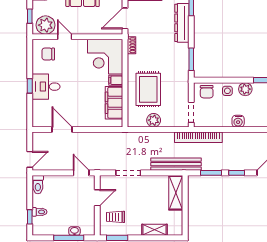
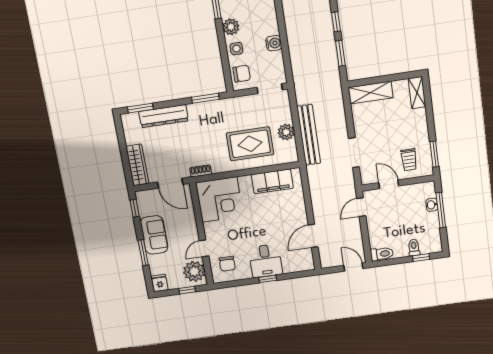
filing cabinet: (116, 80) -> (245, 183), removed
water cooler: (238, 121) -> (274, 43), moved
bookcase: (198, 137) -> (299, 75), removed
bench: (176, 164) -> (309, 135), moved
shelving: (155, 230) -> (417, 93), moved

